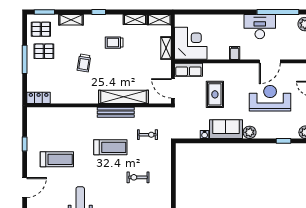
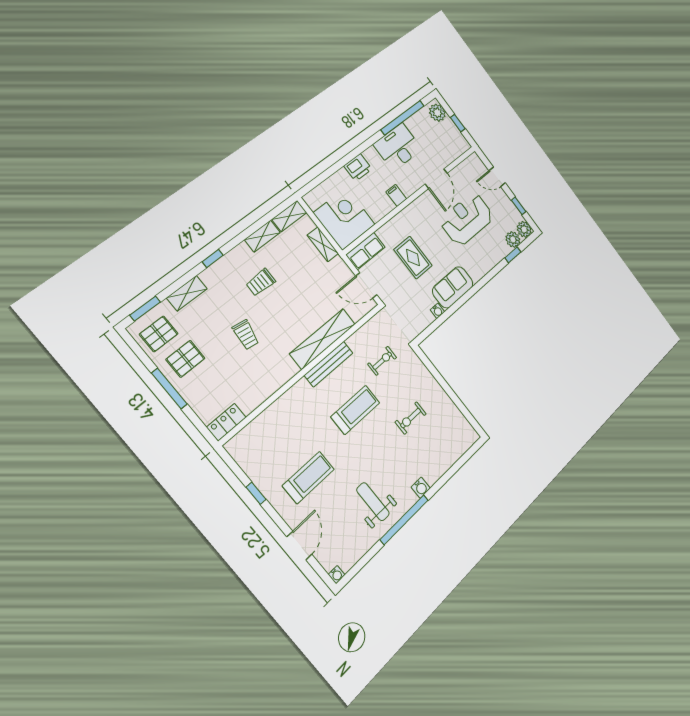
printer: (224, 21) -> (358, 167), added
plant: (250, 132) -> (513, 239), moved

